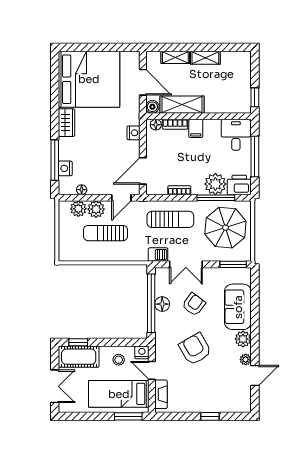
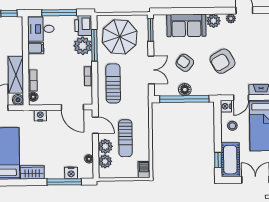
filing cabinet: (196, 128) -> (36, 48), moved
barbecue: (158, 255) -> (144, 170), moved

